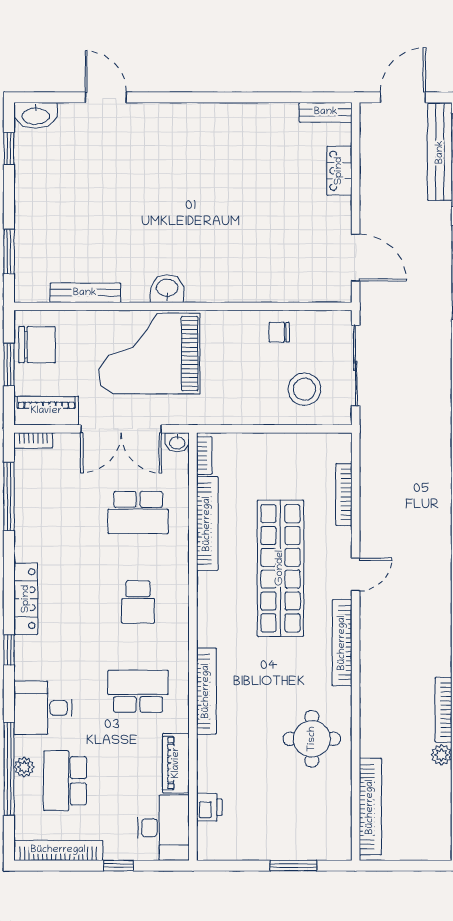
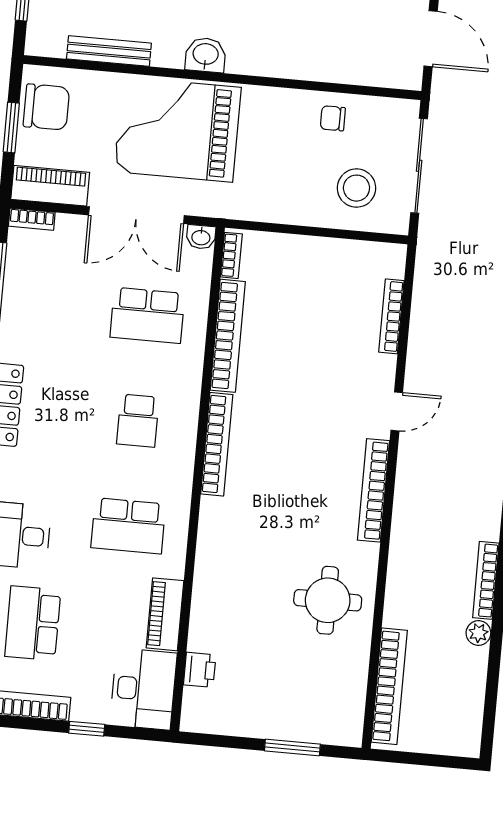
shop shelf: (280, 568) -> (309, 396), removed
school desk: (138, 691) -> (128, 526), turned 180
bookcase: (206, 691) -> (217, 444), moved

